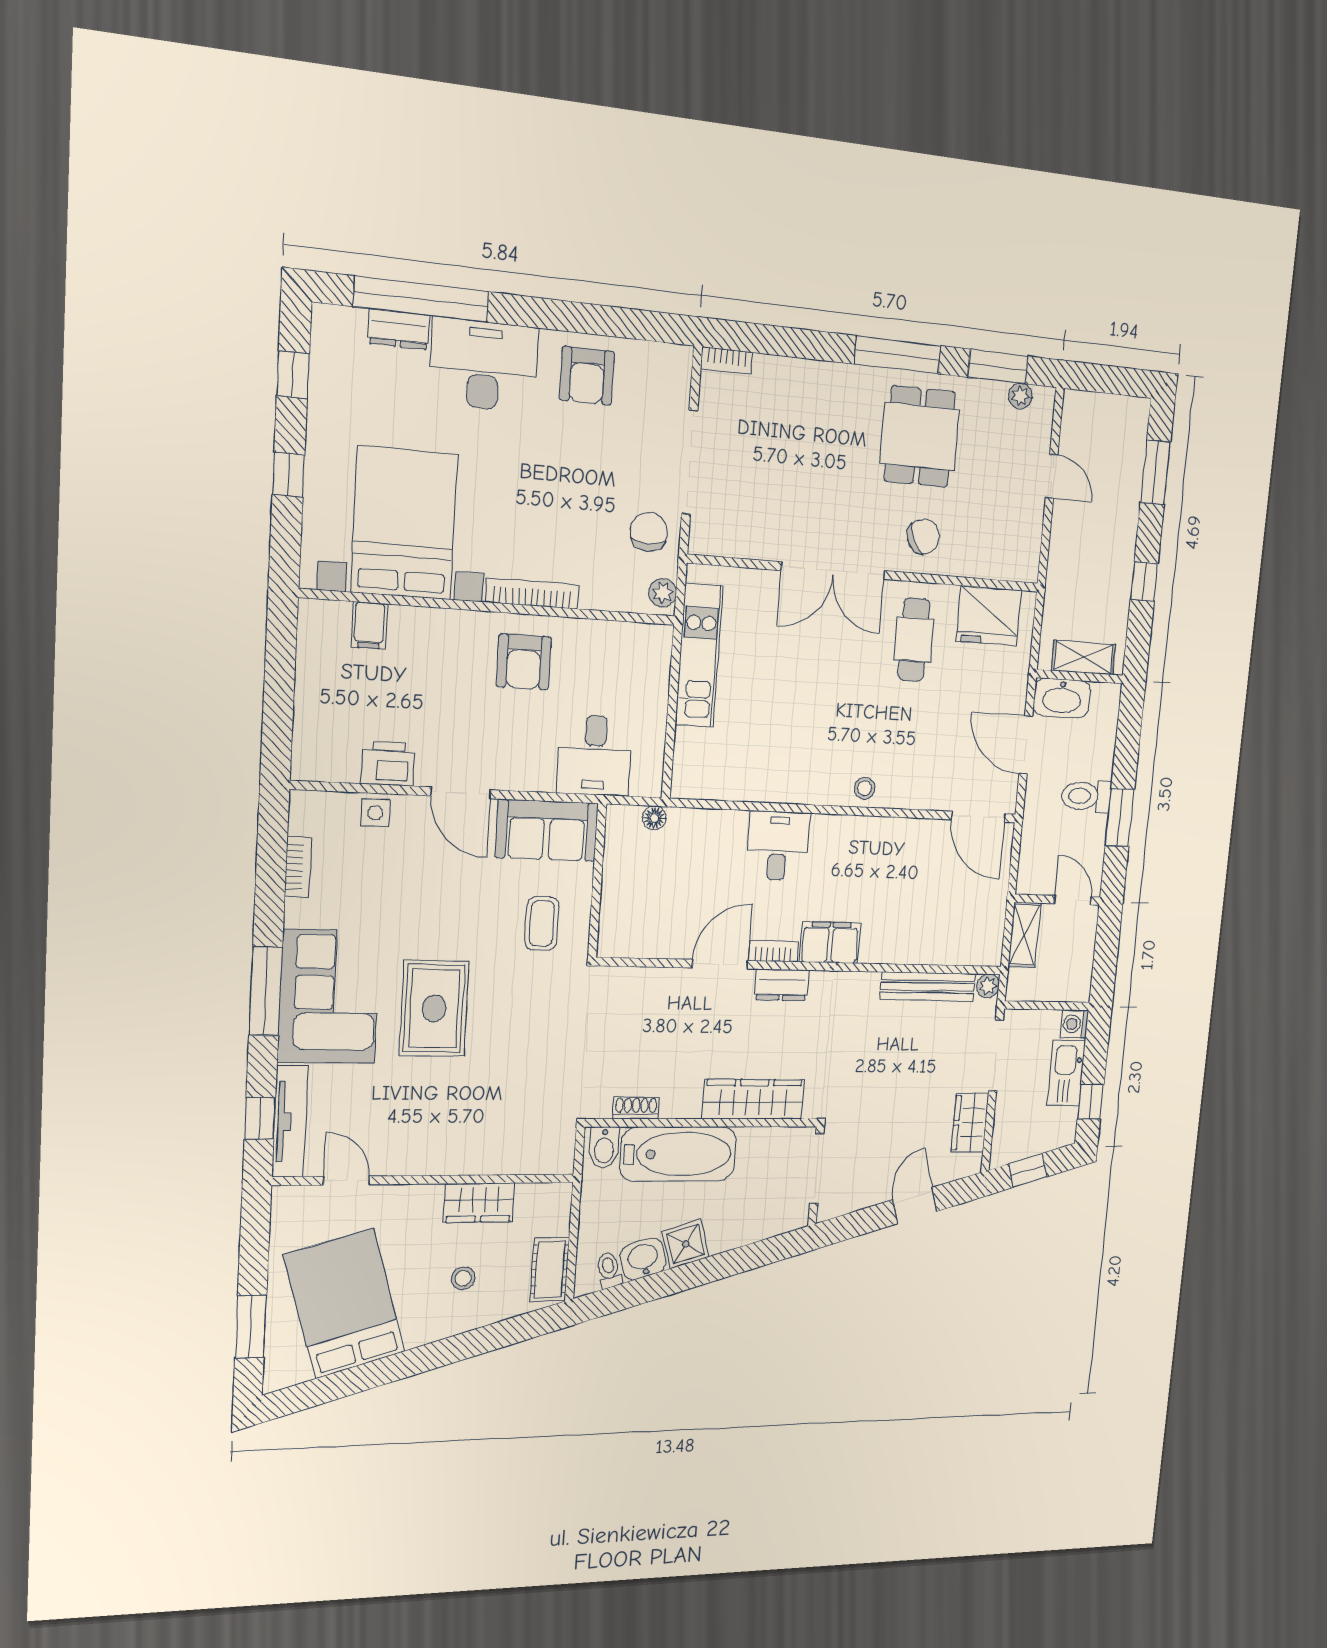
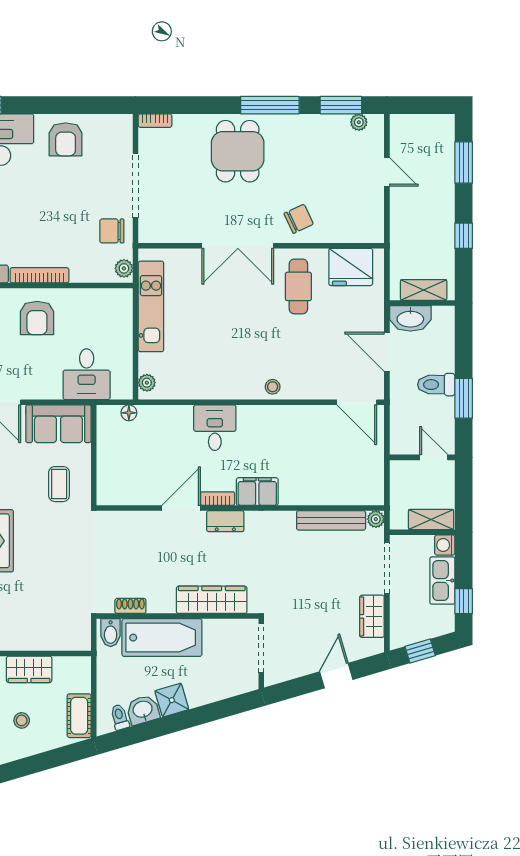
dining table: (920, 437) -> (238, 151), moved
chair: (649, 532) -> (112, 231), turned -90
plant: (684, 773) -> (147, 383), added
shelving: (1025, 935) -> (431, 519), moved, turned 90

